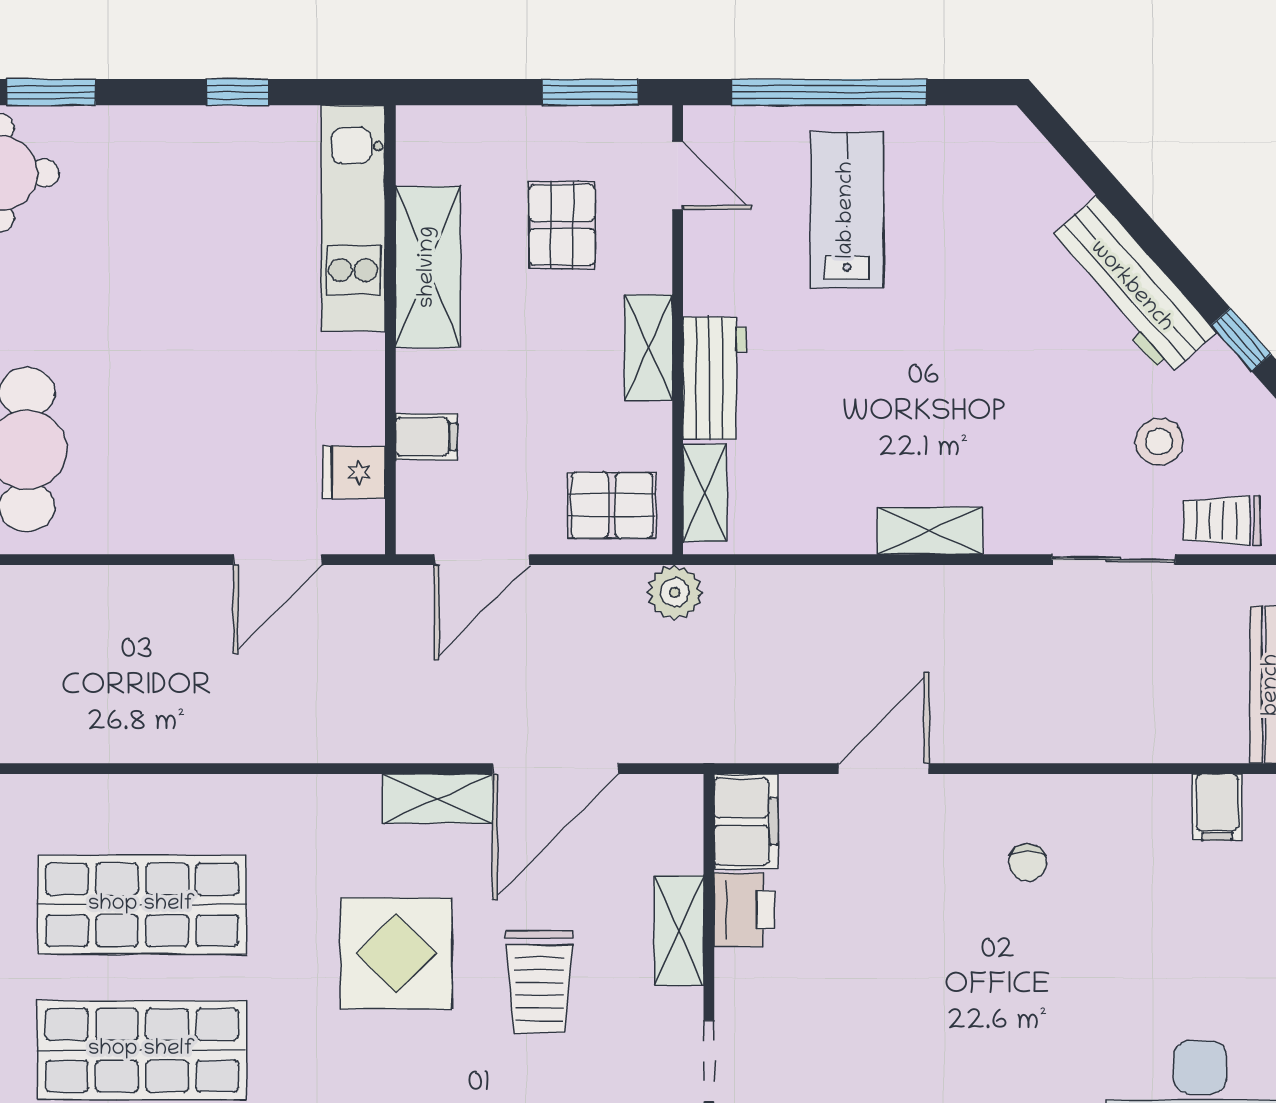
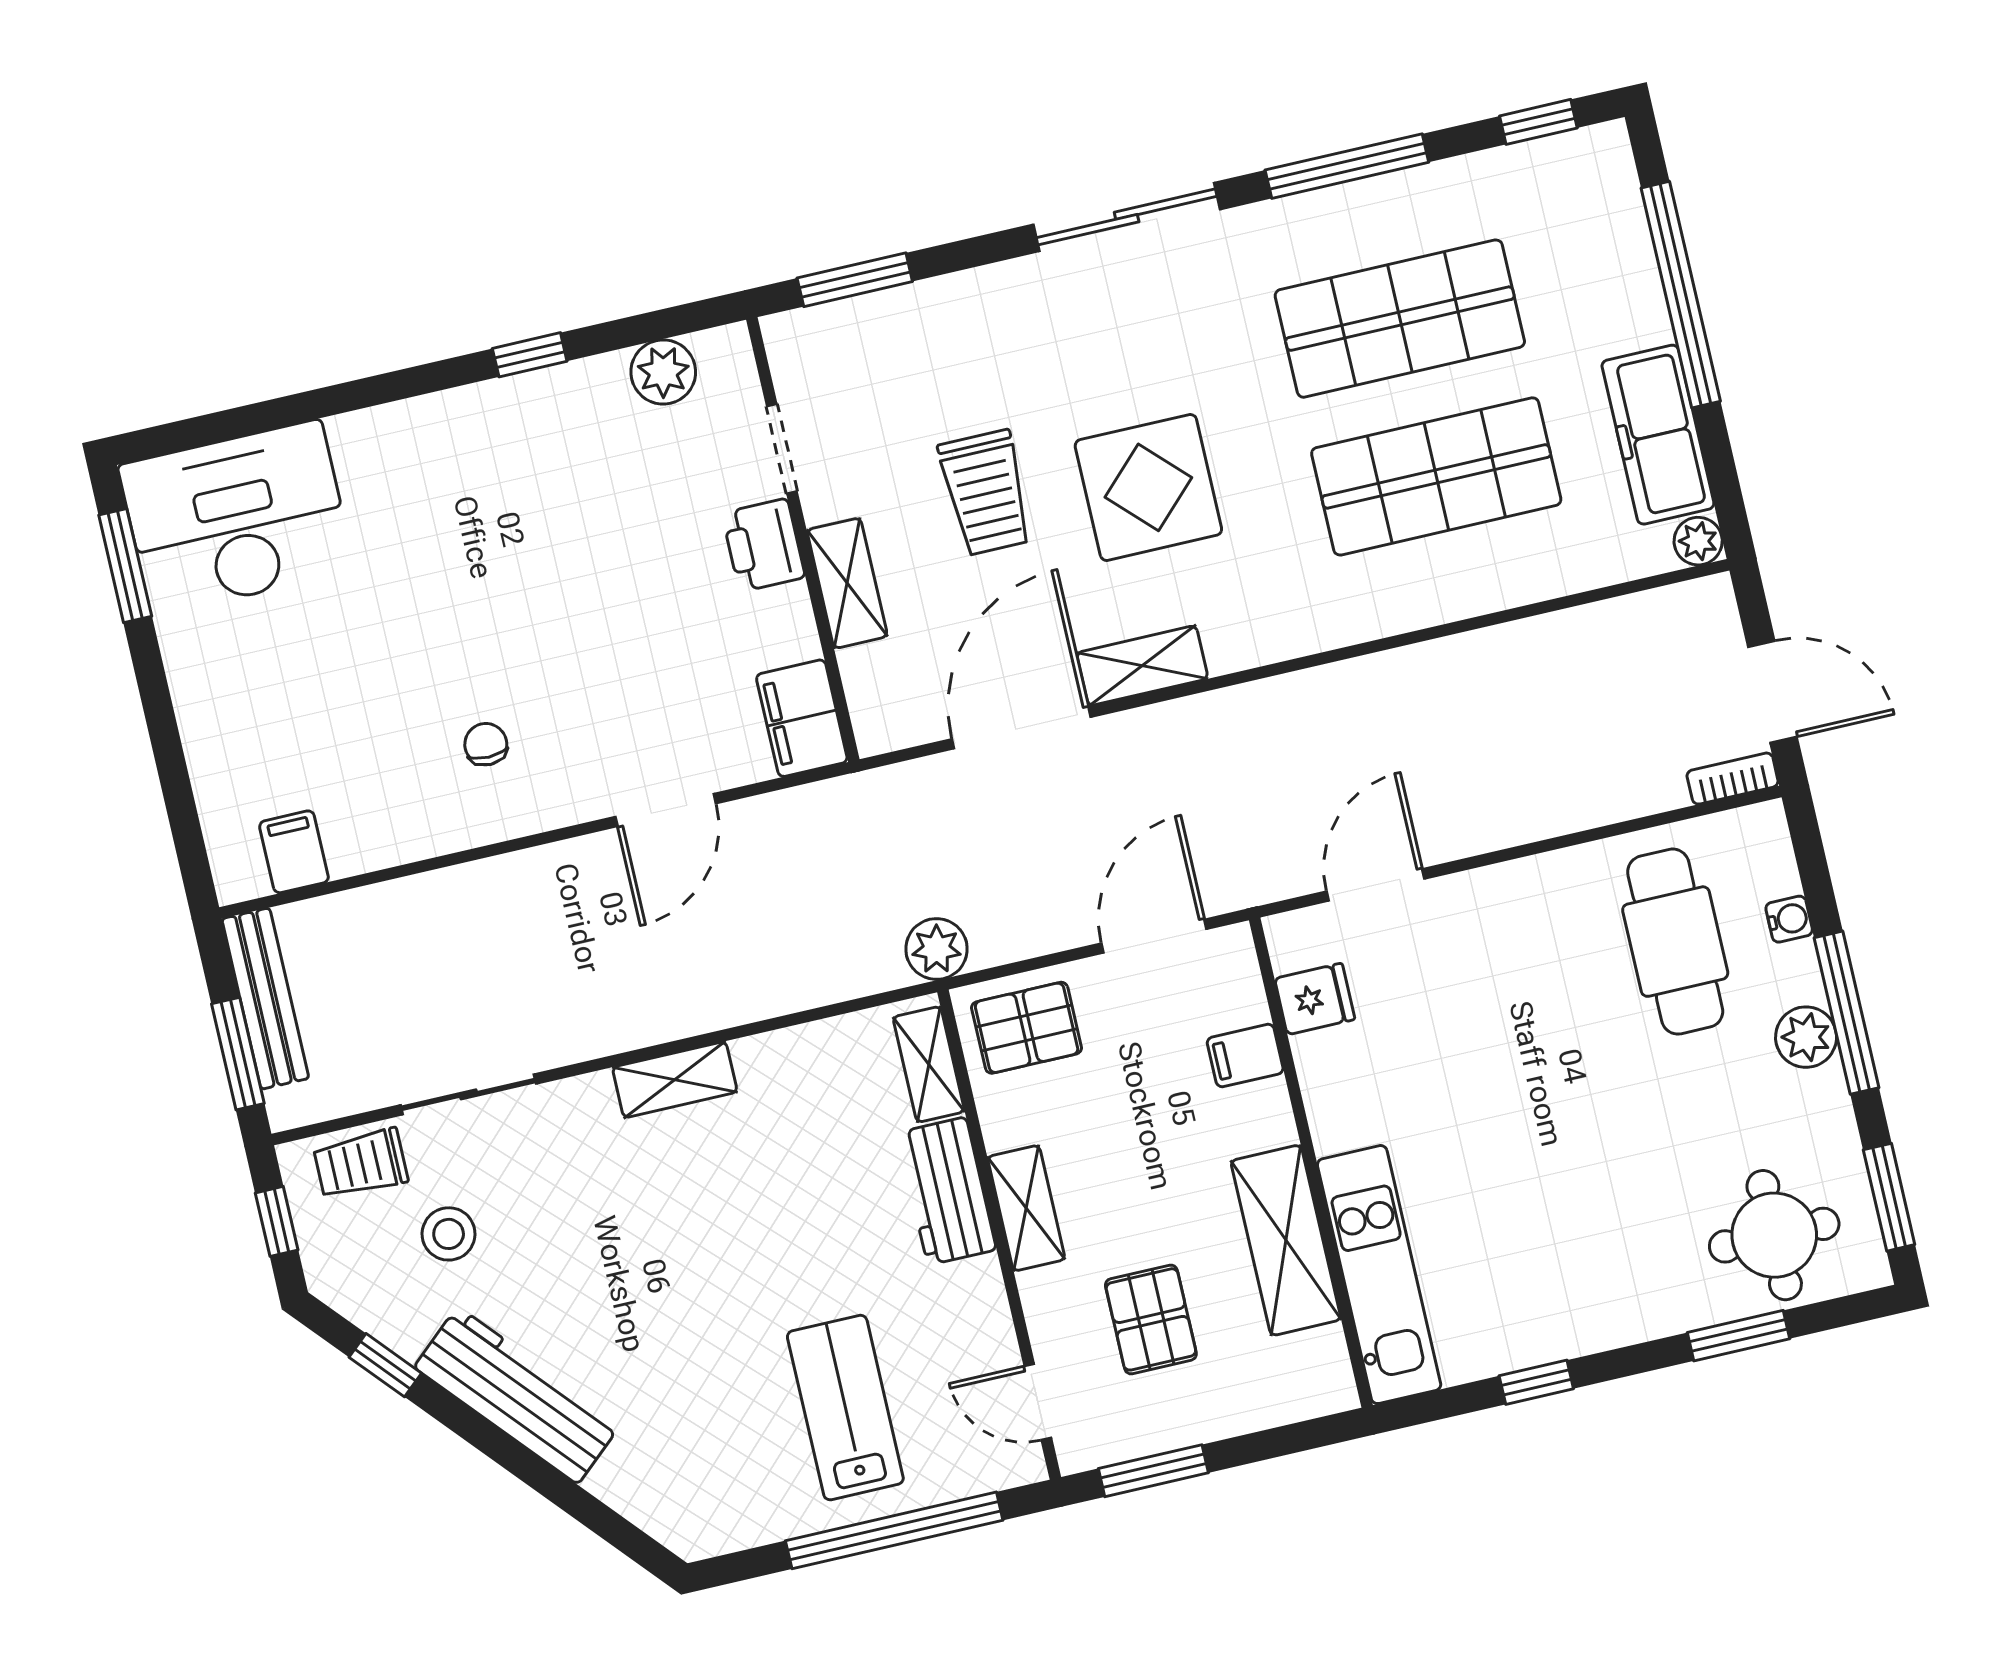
lab bench: (847, 210) -> (845, 1408), turned 180
trolley: (1222, 521) -> (361, 1164), turned 180
printer: (745, 910) -> (763, 545), moved
trolley: (539, 982) -> (986, 493), turned 180

